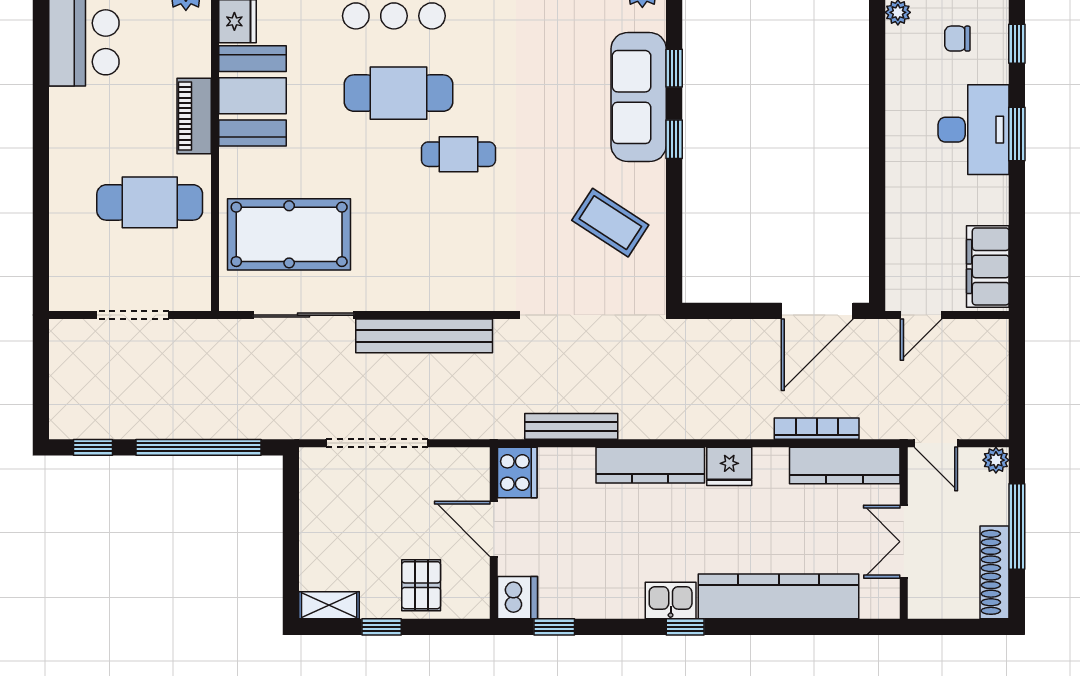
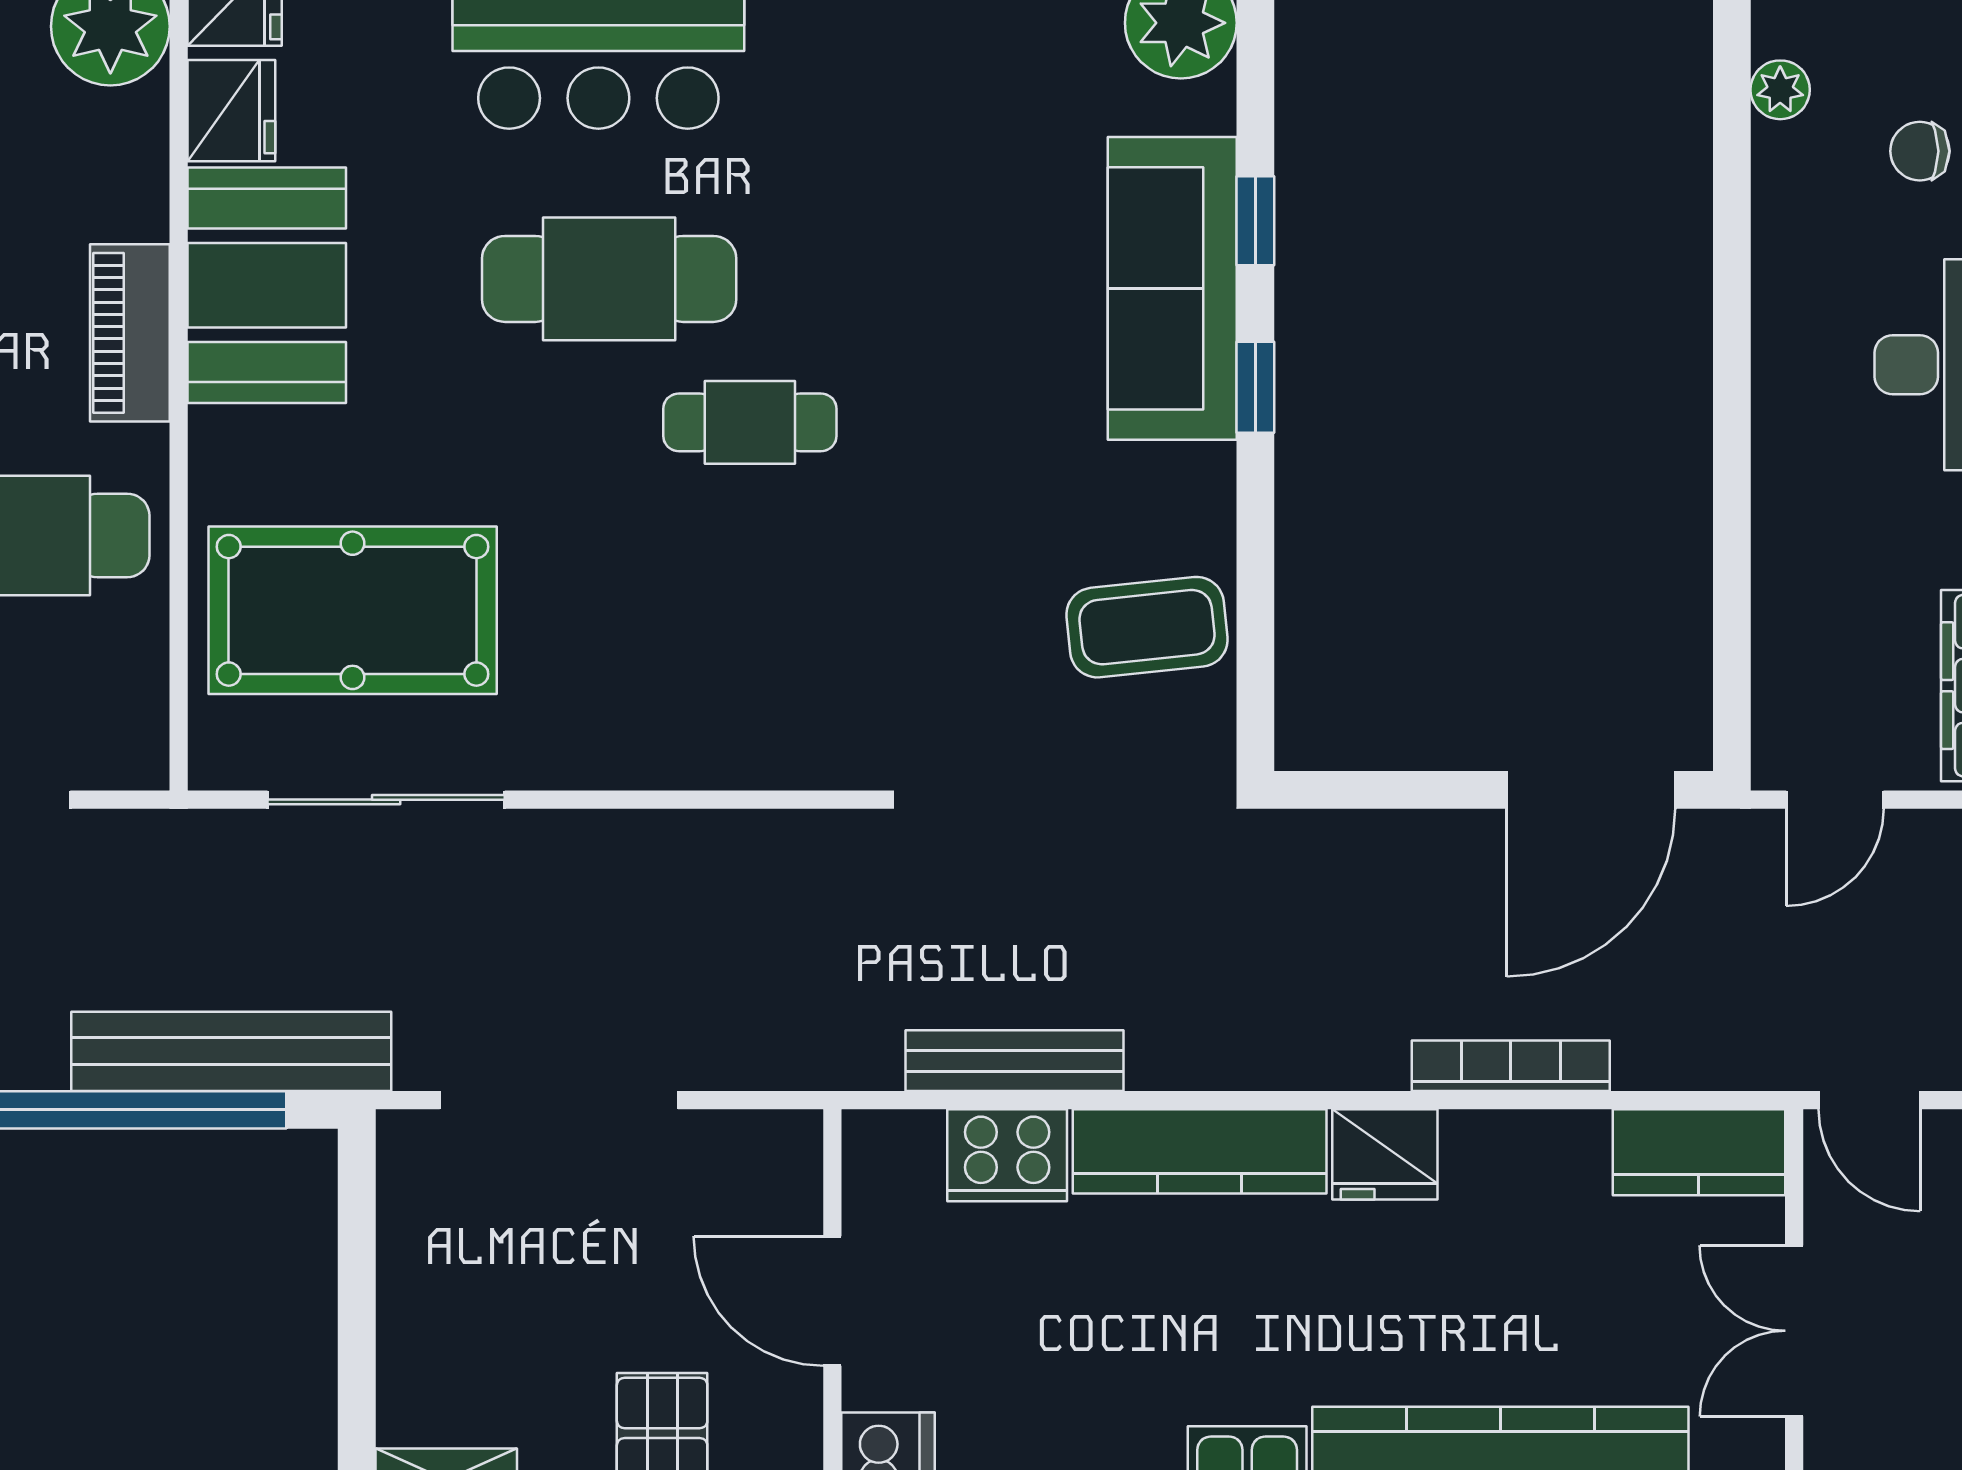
coffee table: (610, 223) -> (1147, 627), moved, turned -39
bench: (424, 336) -> (231, 1051), moved
bookcase: (817, 429) -> (1511, 1066), moved
kitchen counter: (845, 465) -> (1699, 1152), width x0.67
cooker: (517, 473) -> (1007, 1155), moved, turned 90

